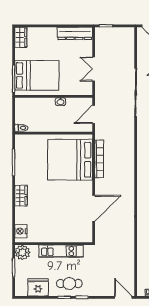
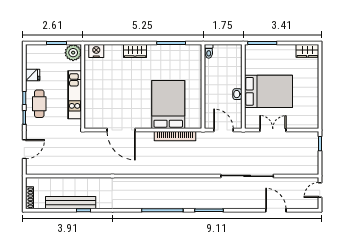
dresser: (75, 33) -> (312, 110), removed
bed: (37, 75) -> (269, 91), moved, turned -90
bed: (70, 160) -> (168, 105), width x0.73
fridge: (38, 287) -> (33, 75), width x0.53, depth x0.75
door: (123, 297) -> (24, 149), moved

